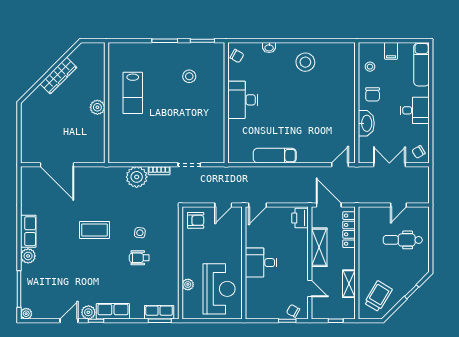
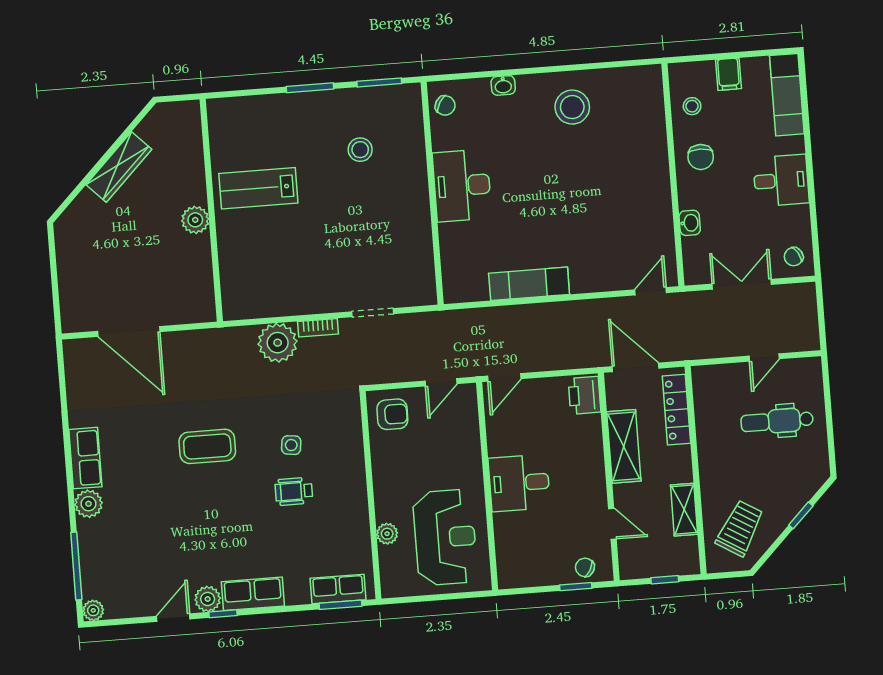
lab bench: (133, 93) -> (258, 188), turned 90
washbasin: (366, 123) -> (690, 223), width x0.52, depth x0.69

